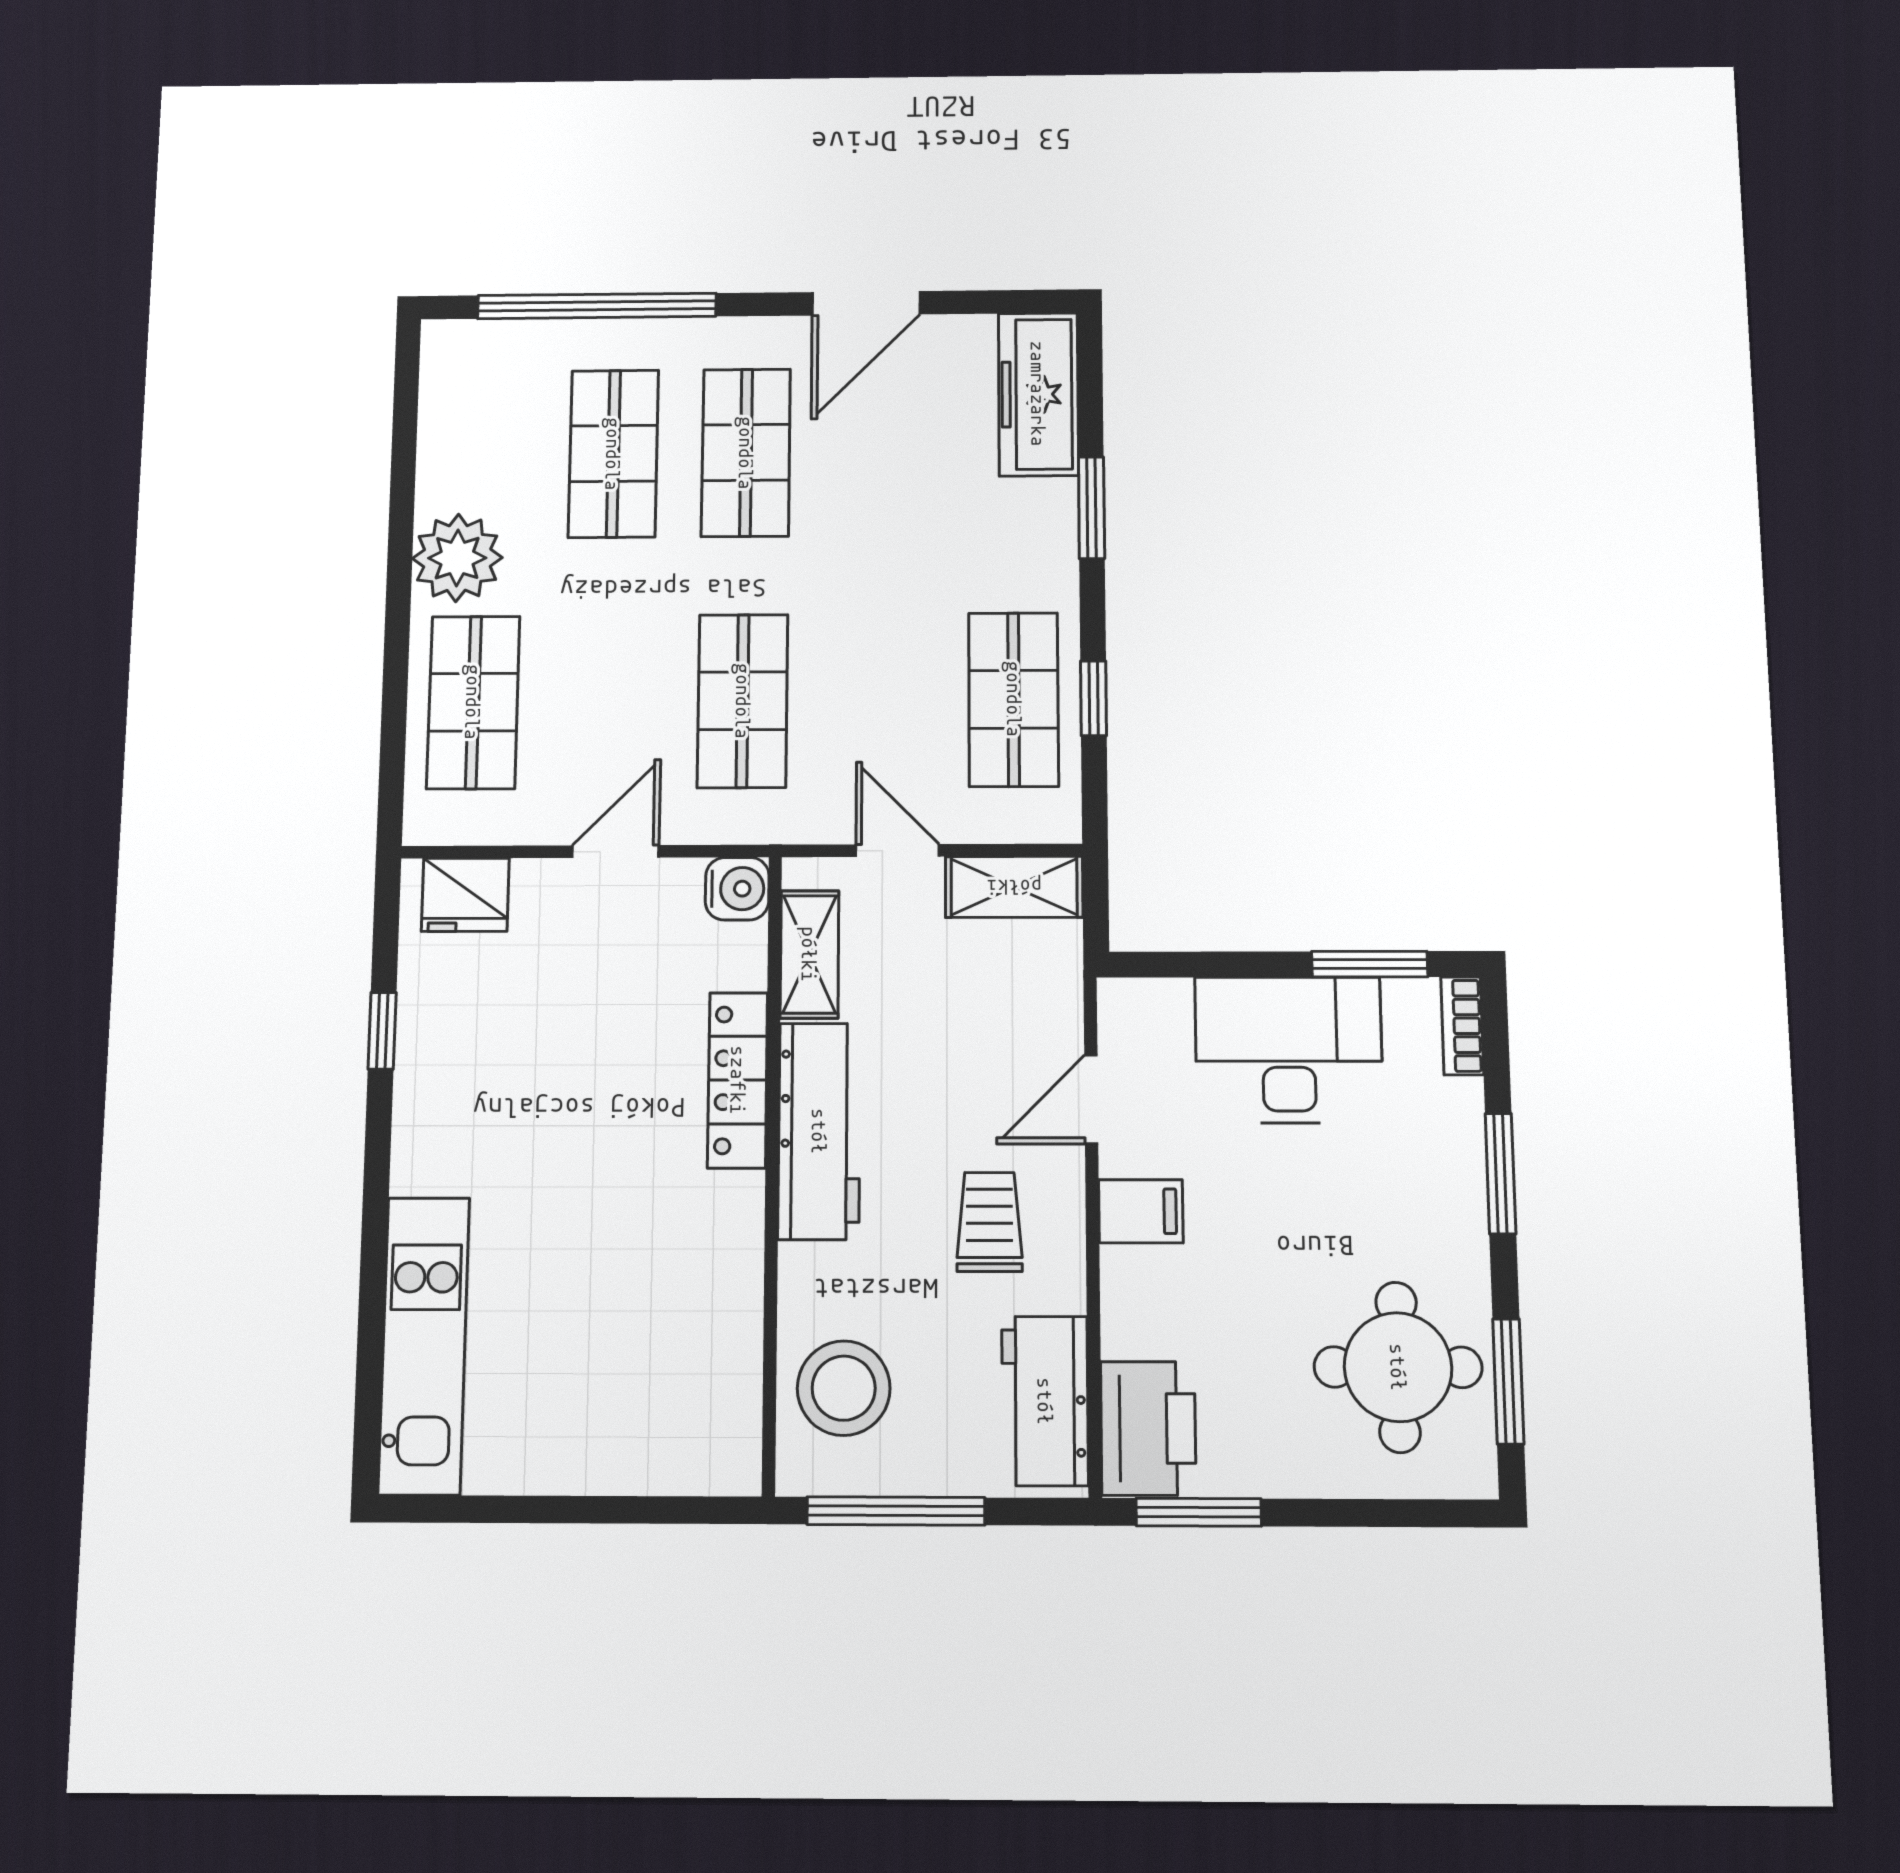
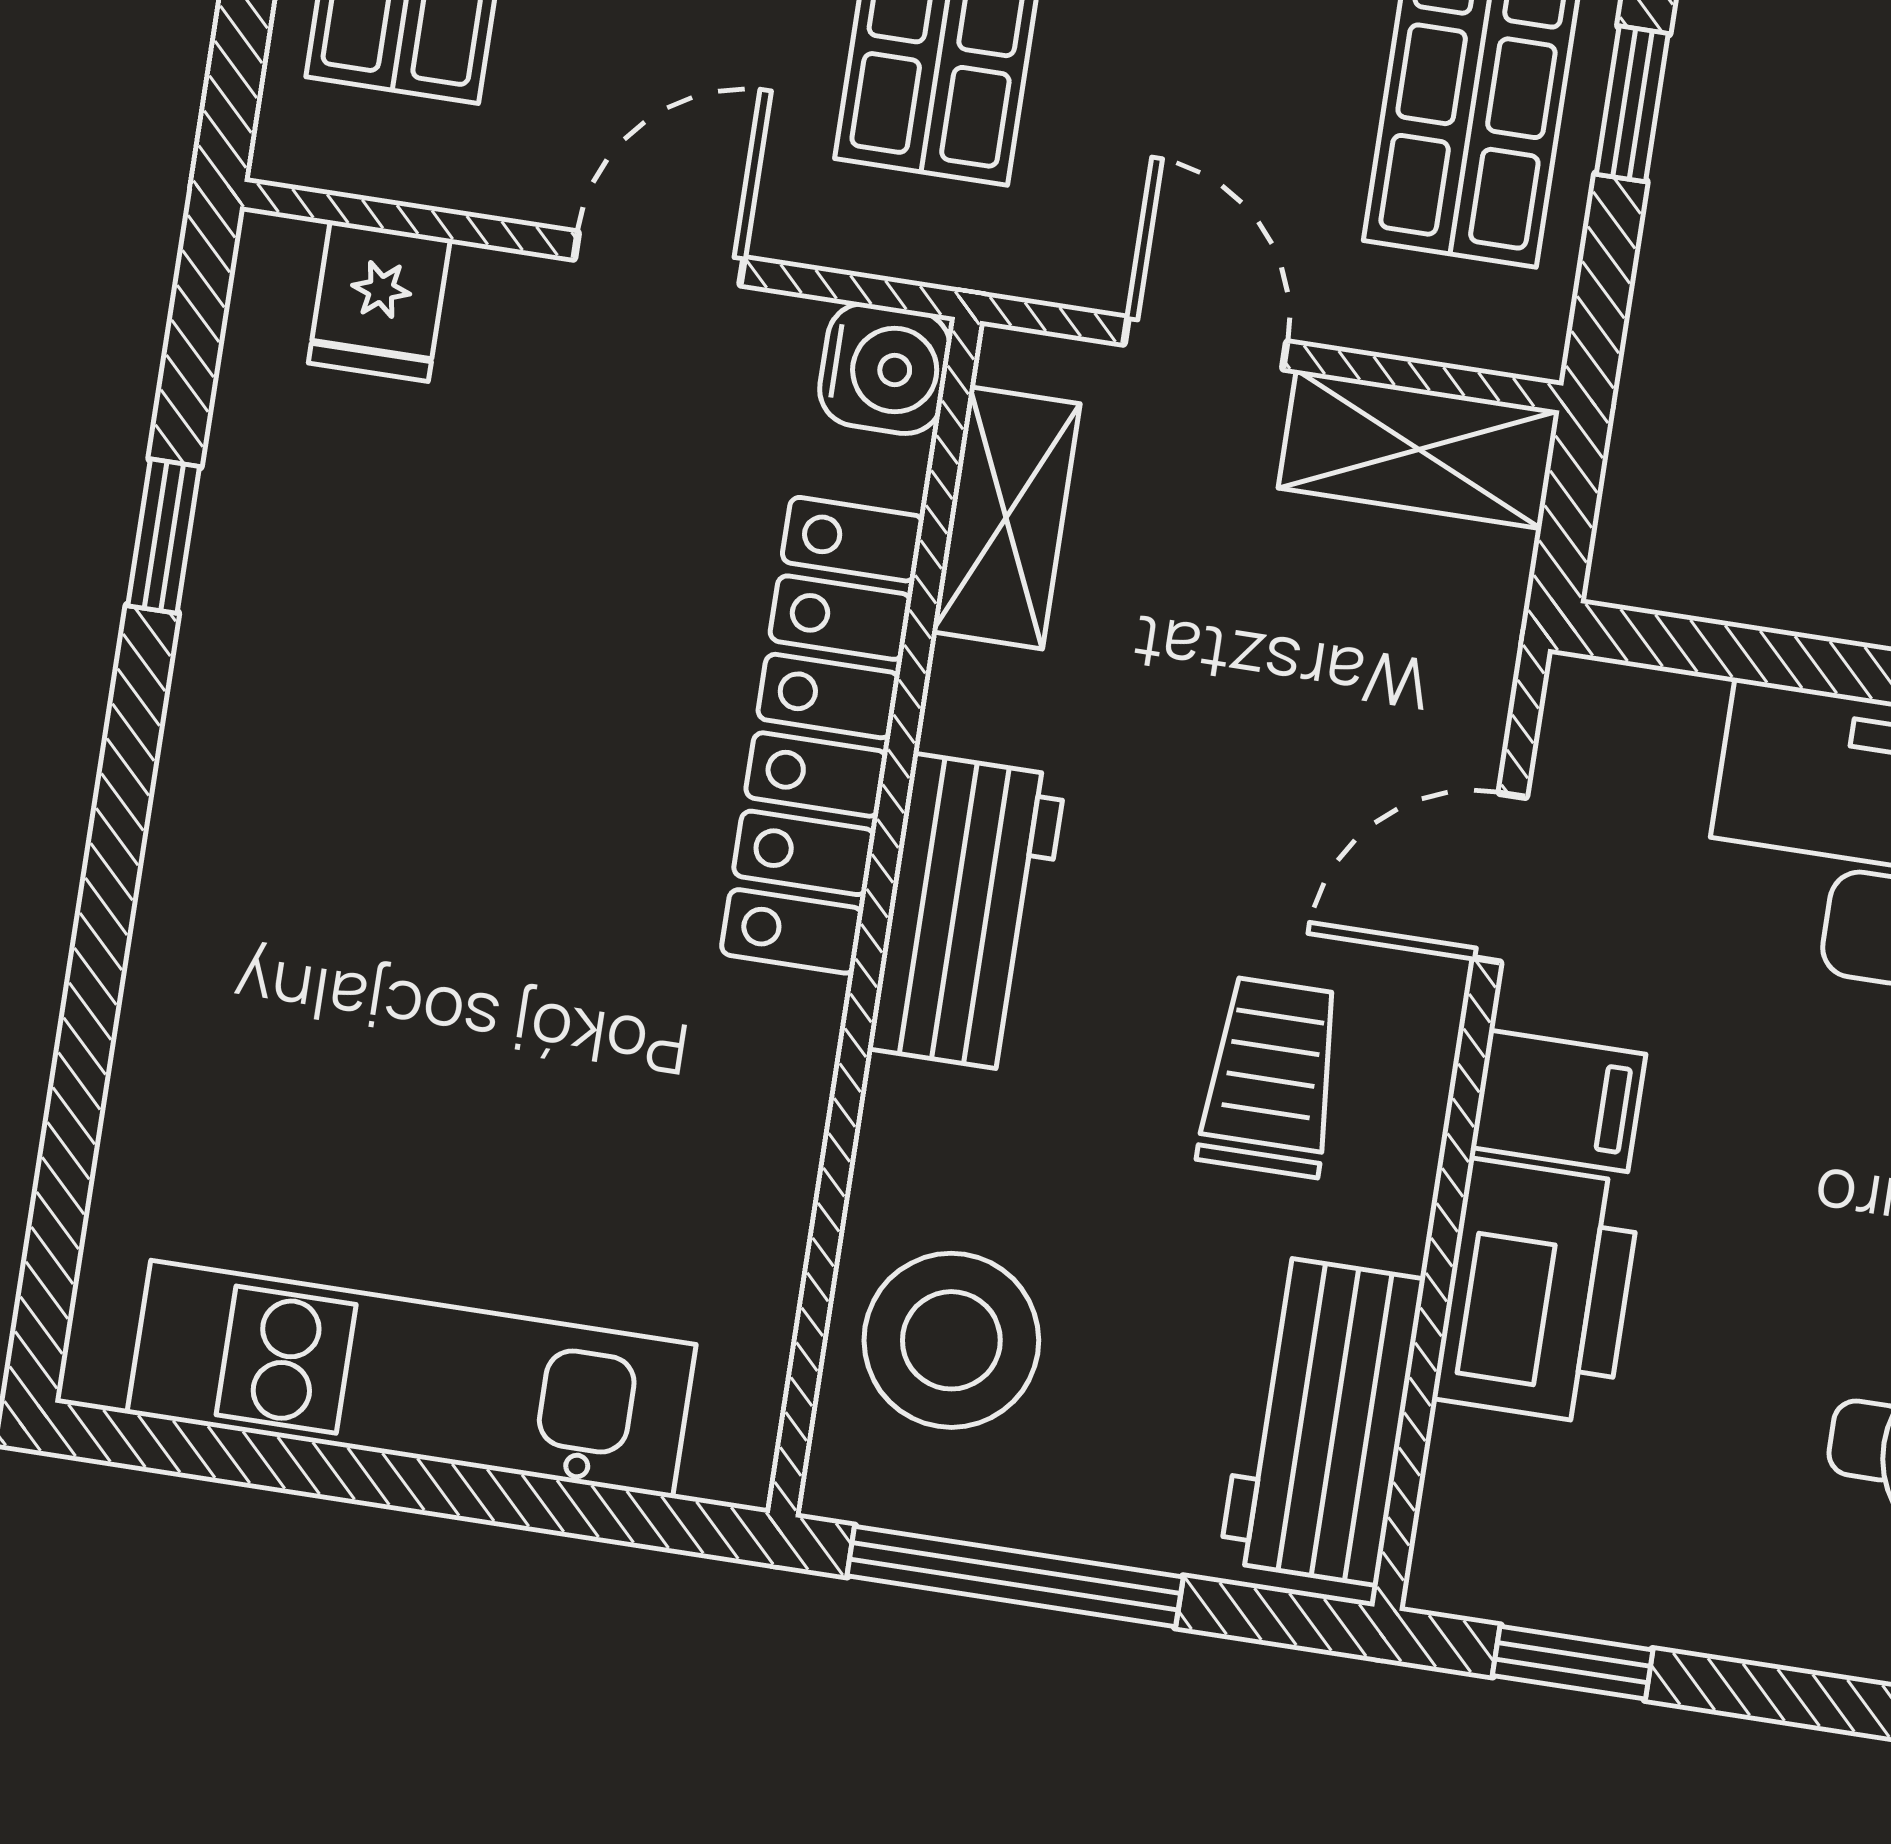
fridge: (465, 895) -> (379, 301), width x0.72
locker: (738, 1080) -> (822, 735), width x1.41, depth x1.21
workbench: (819, 1131) -> (967, 913), width x0.73
kitchen unit: (424, 1345) -> (412, 1379), moved, turned -90
printer: (1148, 1428) -> (1537, 1291), moved
window: (1199, 1512) -> (1573, 1663), width x0.67

